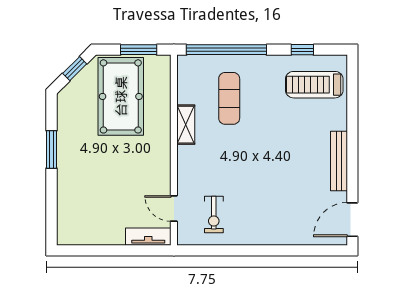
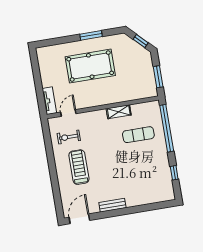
treadmill: (314, 85) -> (79, 167), moved
pool table: (121, 96) -> (90, 66), moved
bench: (339, 161) -> (112, 205), width x0.73
door: (352, 220) -> (79, 219), hinge flipped

